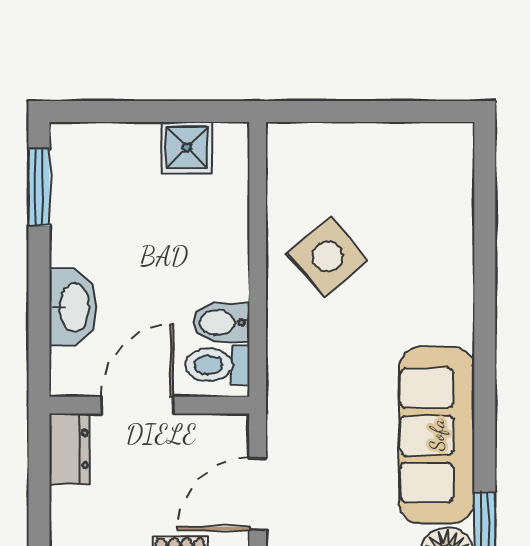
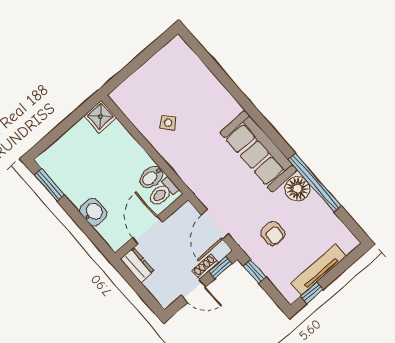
shower: (187, 147) -> (100, 116), moved
side table: (328, 256) -> (168, 123), width x0.54, depth x0.54
washbasin: (73, 307) -> (93, 212), width x0.72

